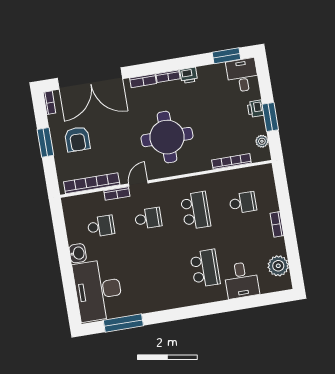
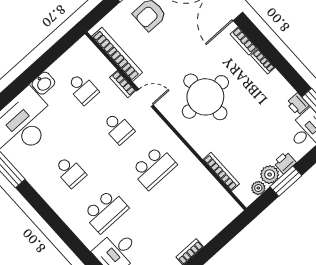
printer: (189, 75) -> (298, 104), moved
plant: (257, 126) -> (270, 175), added
school desk: (243, 203) -> (70, 172), moved

